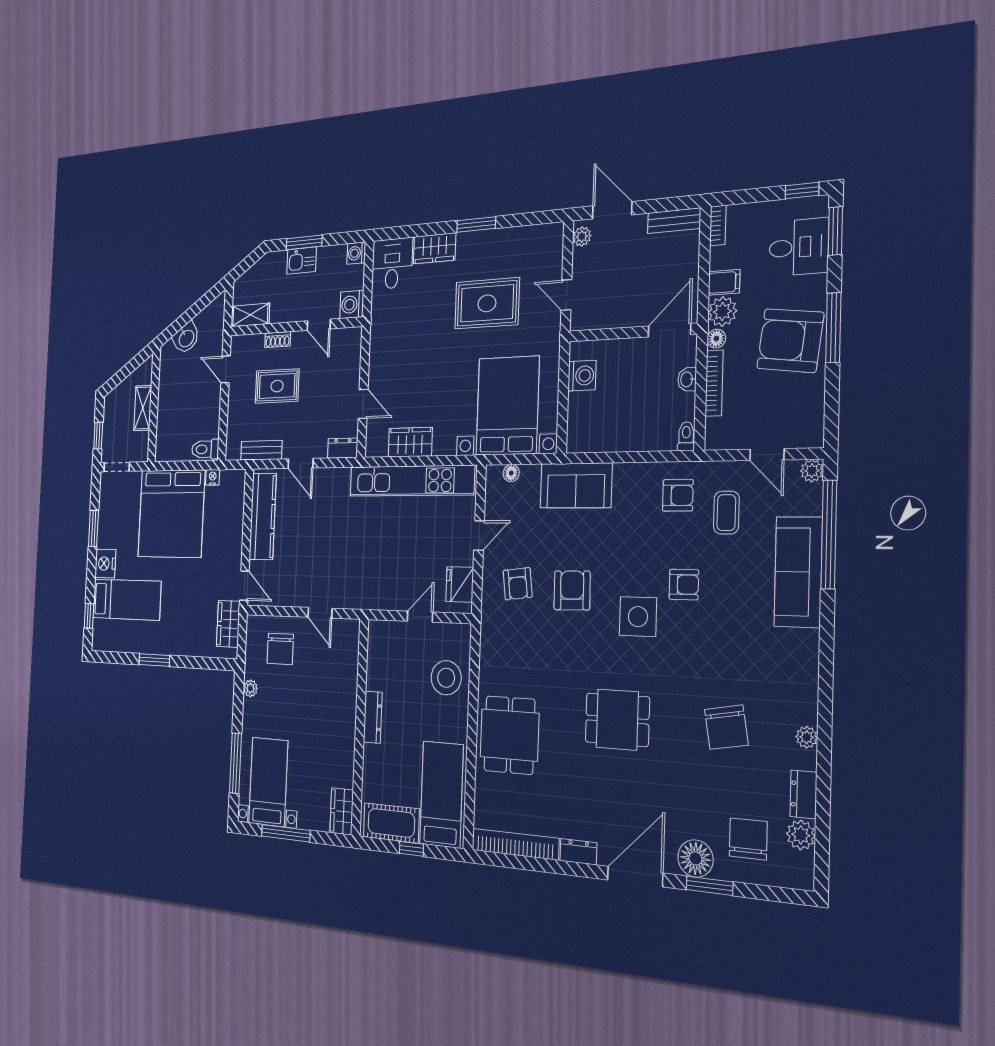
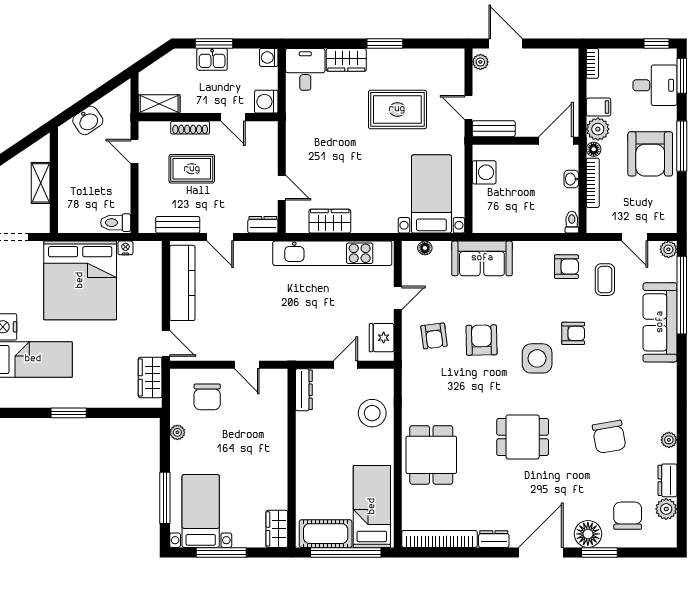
bench: (674, 221) -> (494, 129), moved
shoe rack: (278, 340) -> (190, 128), width x1.43
armchair: (790, 341) -> (650, 154), turned -97
bed with nightstands: (508, 406) -> (431, 194), width x0.73
dresser: (373, 717) -> (304, 390), moved
window: (411, 849) -> (346, 552), width x3.17

